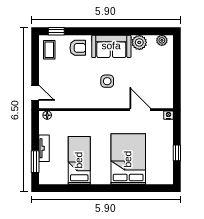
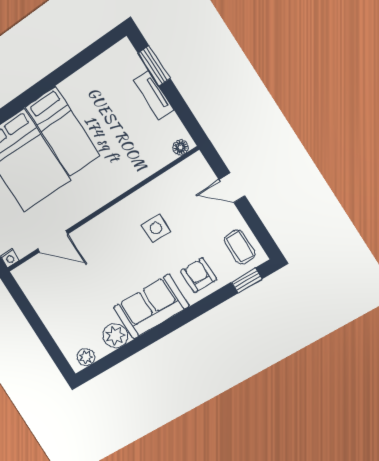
armchair: (78, 48) -> (199, 275), turned 90
side table: (107, 81) -> (156, 228), moved
door: (35, 93) -> (232, 188), moved
bed: (79, 160) -> (63, 131), moved

